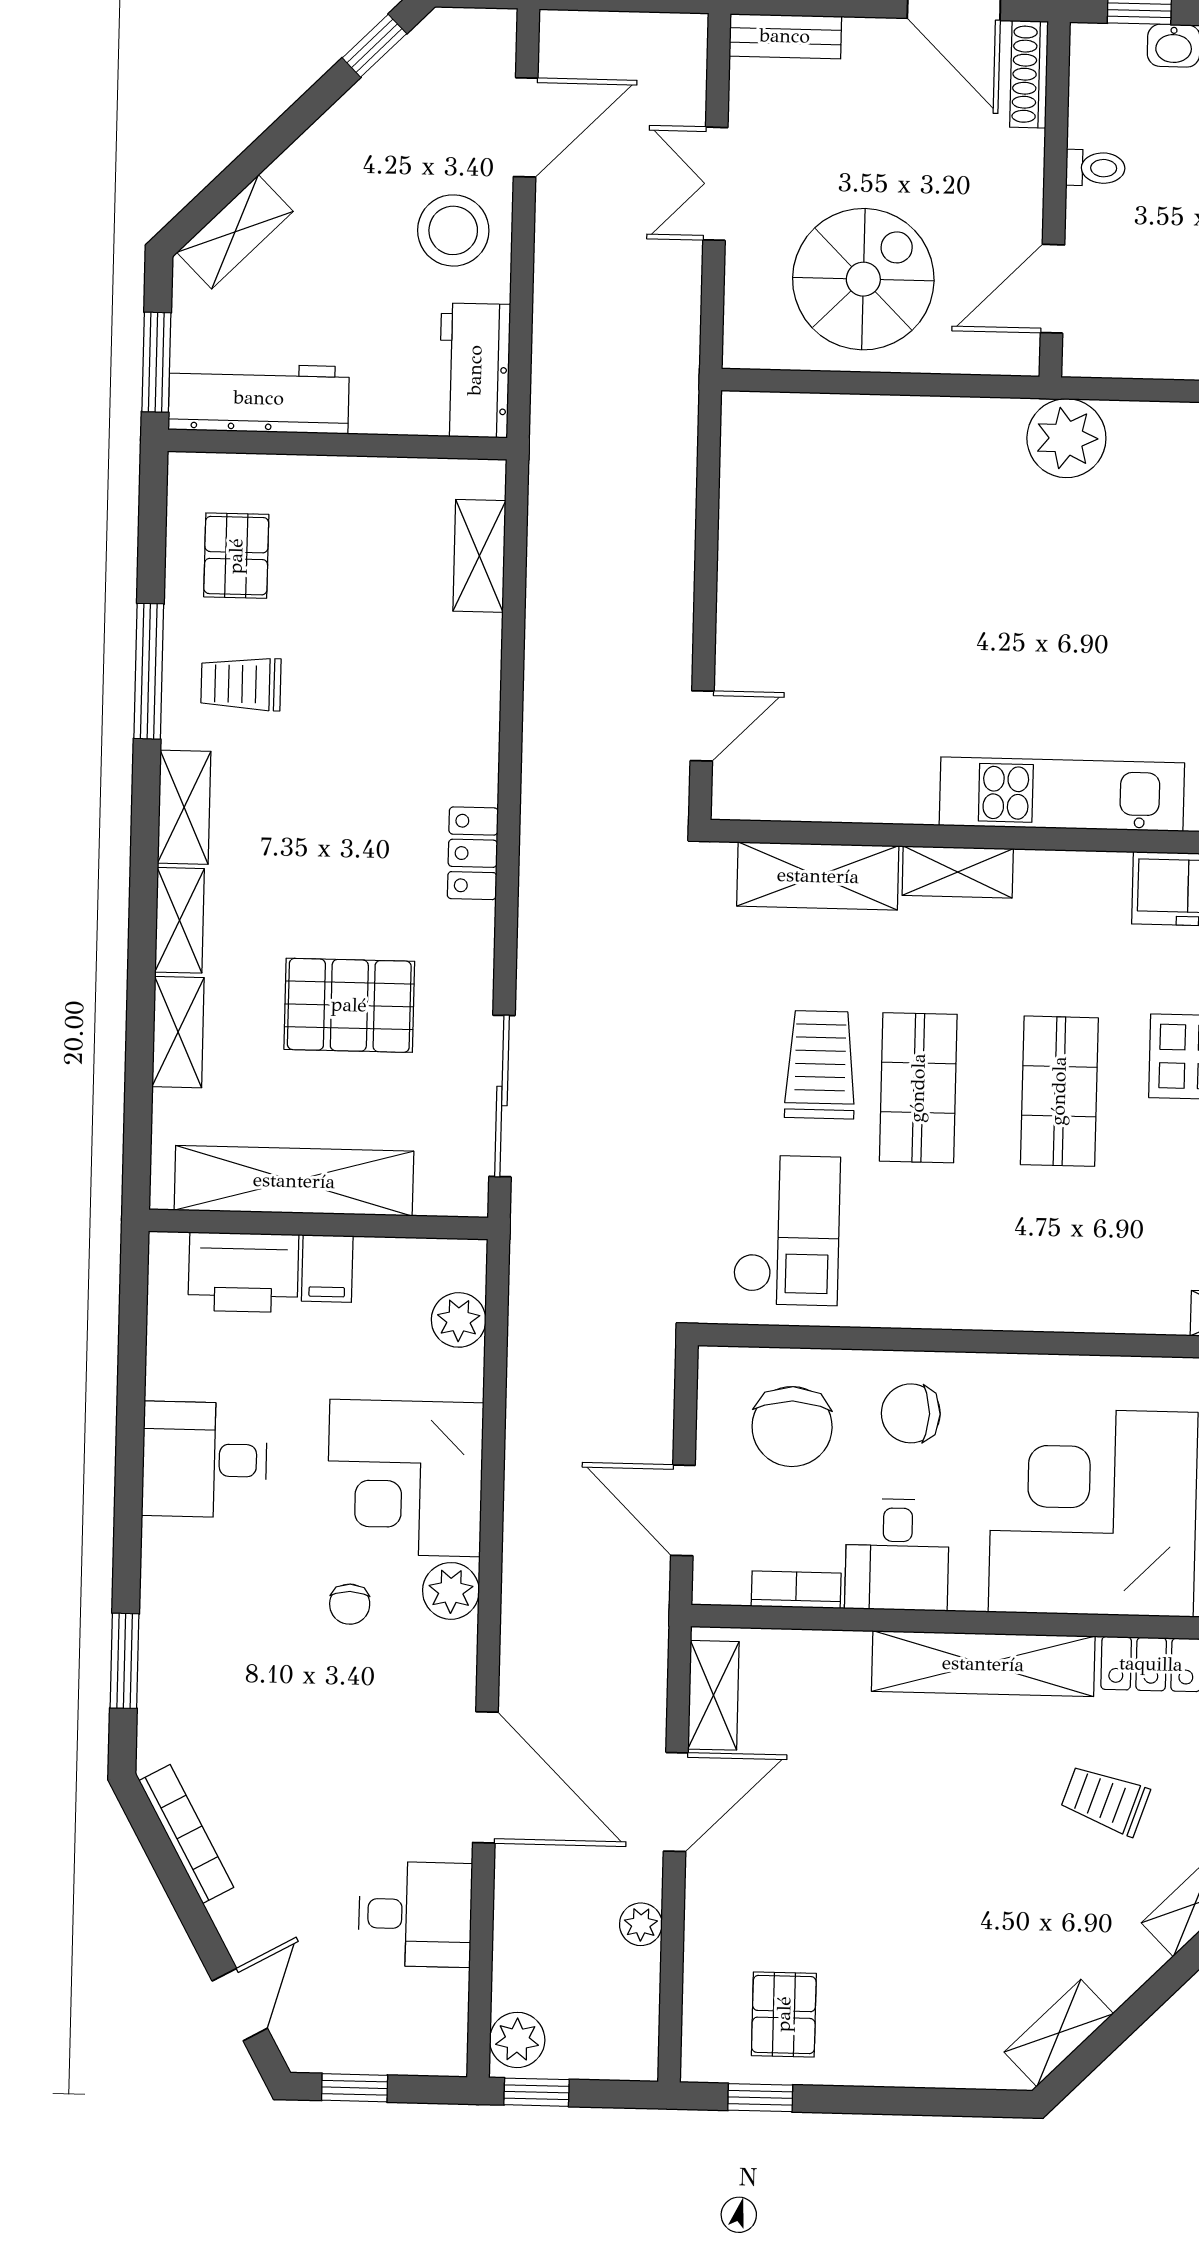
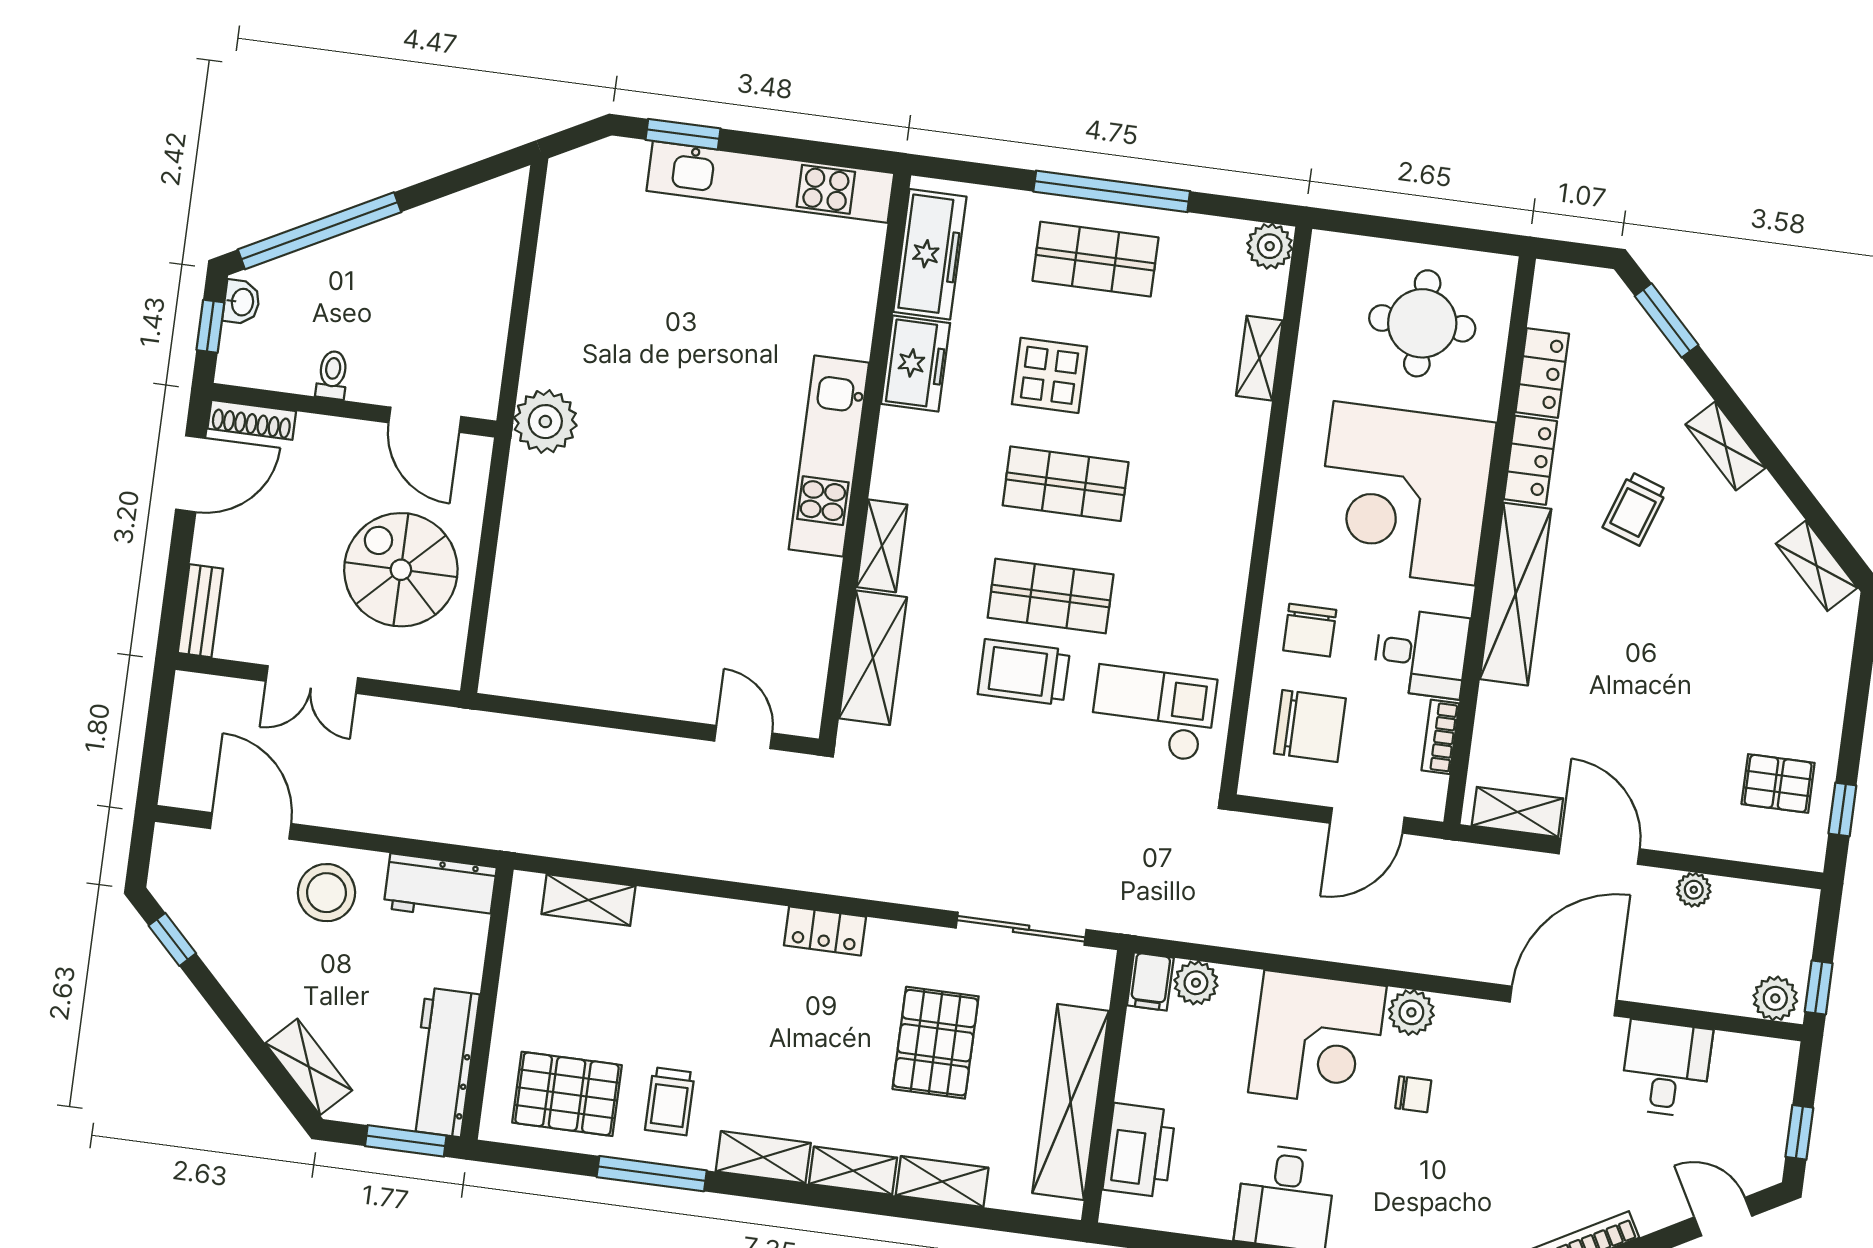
pallet: (236, 556) -> (567, 1094), width x1.50, depth x1.42
filing cabinet: (327, 1269) -> (1150, 982), moved, turned 90

